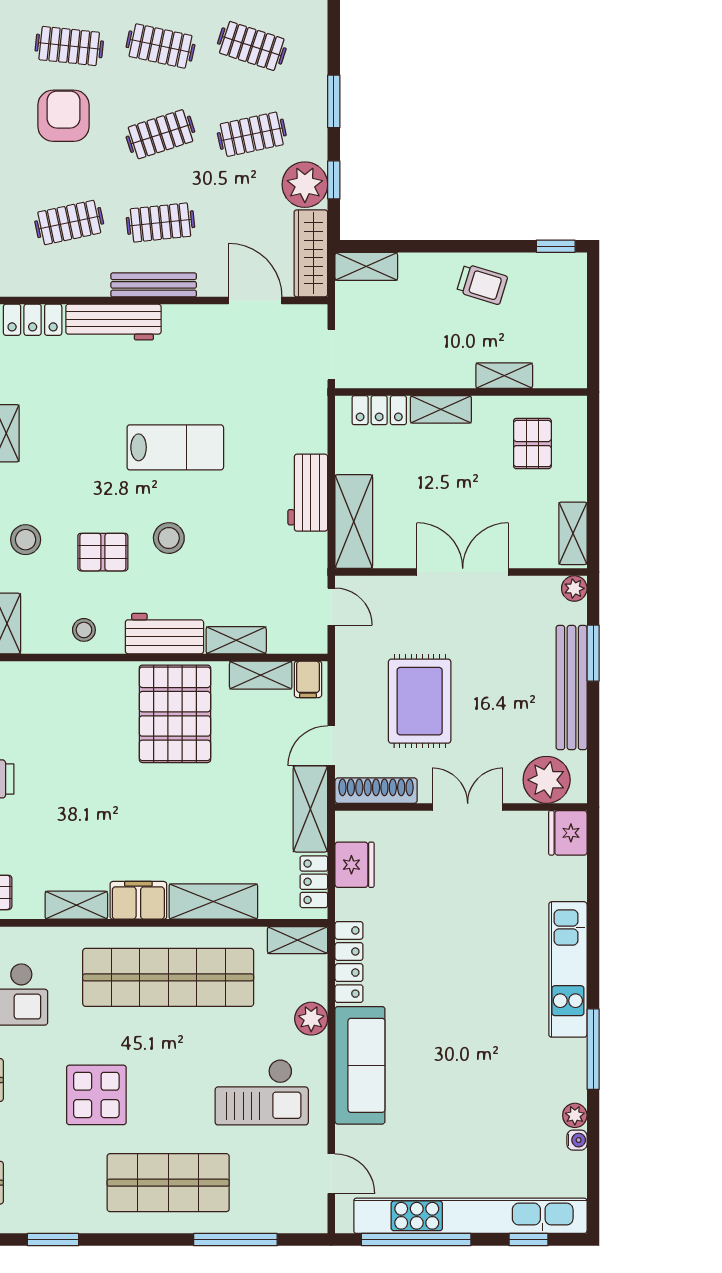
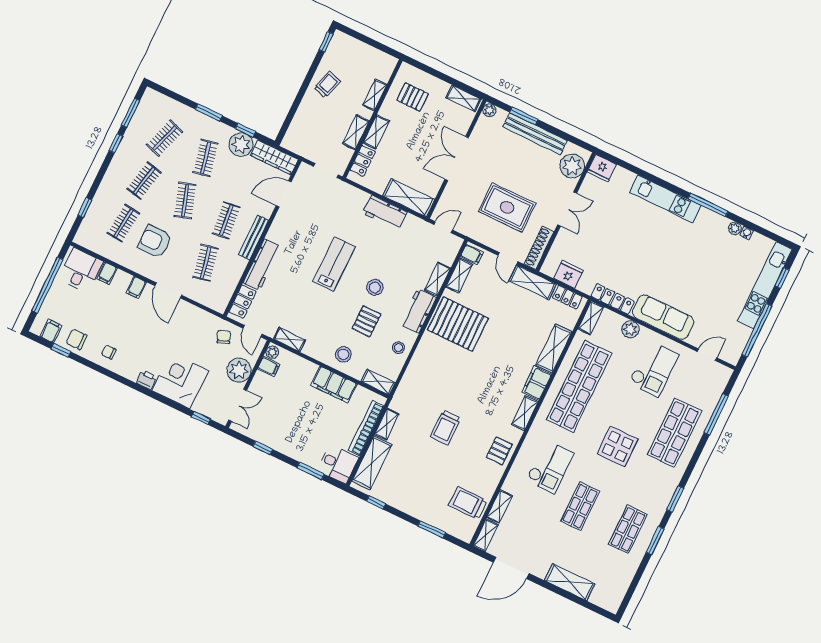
shelving: (366, 266) -> (356, 132), moved
double door: (468, 807) -> (567, 209), swing flipped
kitchen unit: (470, 1216) -> (765, 285), width x0.73

